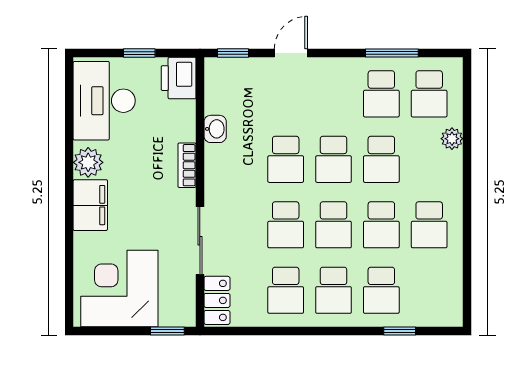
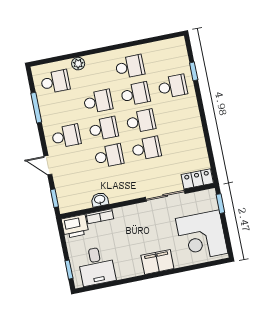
window: (139, 53) -> (69, 270), moved
school desk: (381, 94) -> (66, 136), moved
desk: (104, 101) -> (96, 266), width x0.73
plant: (88, 162) -> (133, 268), removed
bookcase: (187, 165) -> (100, 216), moved
school desk: (286, 290) -> (184, 141), removed
school desk: (334, 290) -> (178, 114), removed

